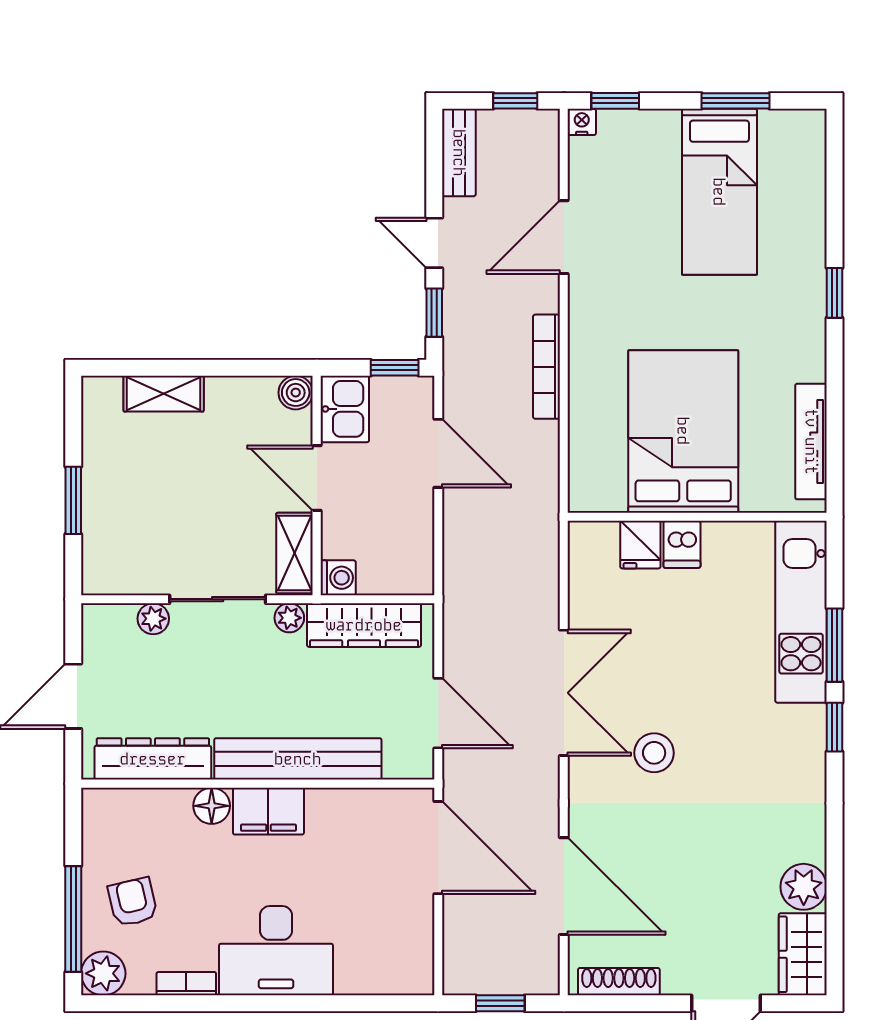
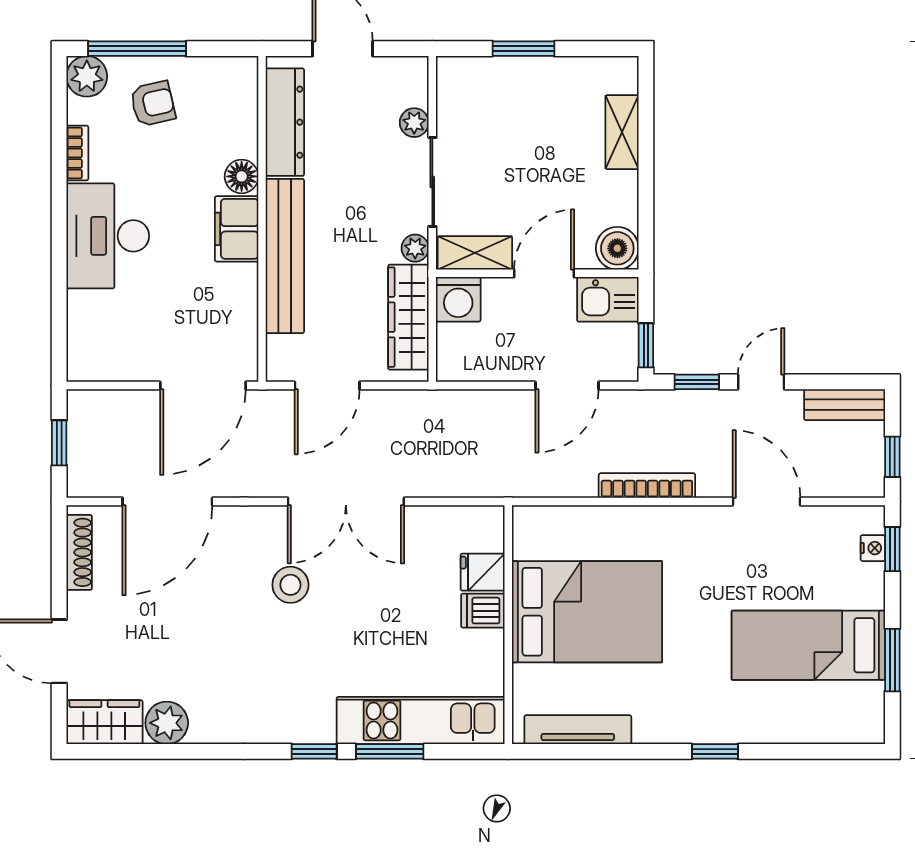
nightstand: (582, 122) -> (873, 548), moved
boiler: (296, 393) -> (617, 248), width x1.36, depth x1.36
washing machine: (338, 578) -> (458, 299), width x1.38, depth x1.38

